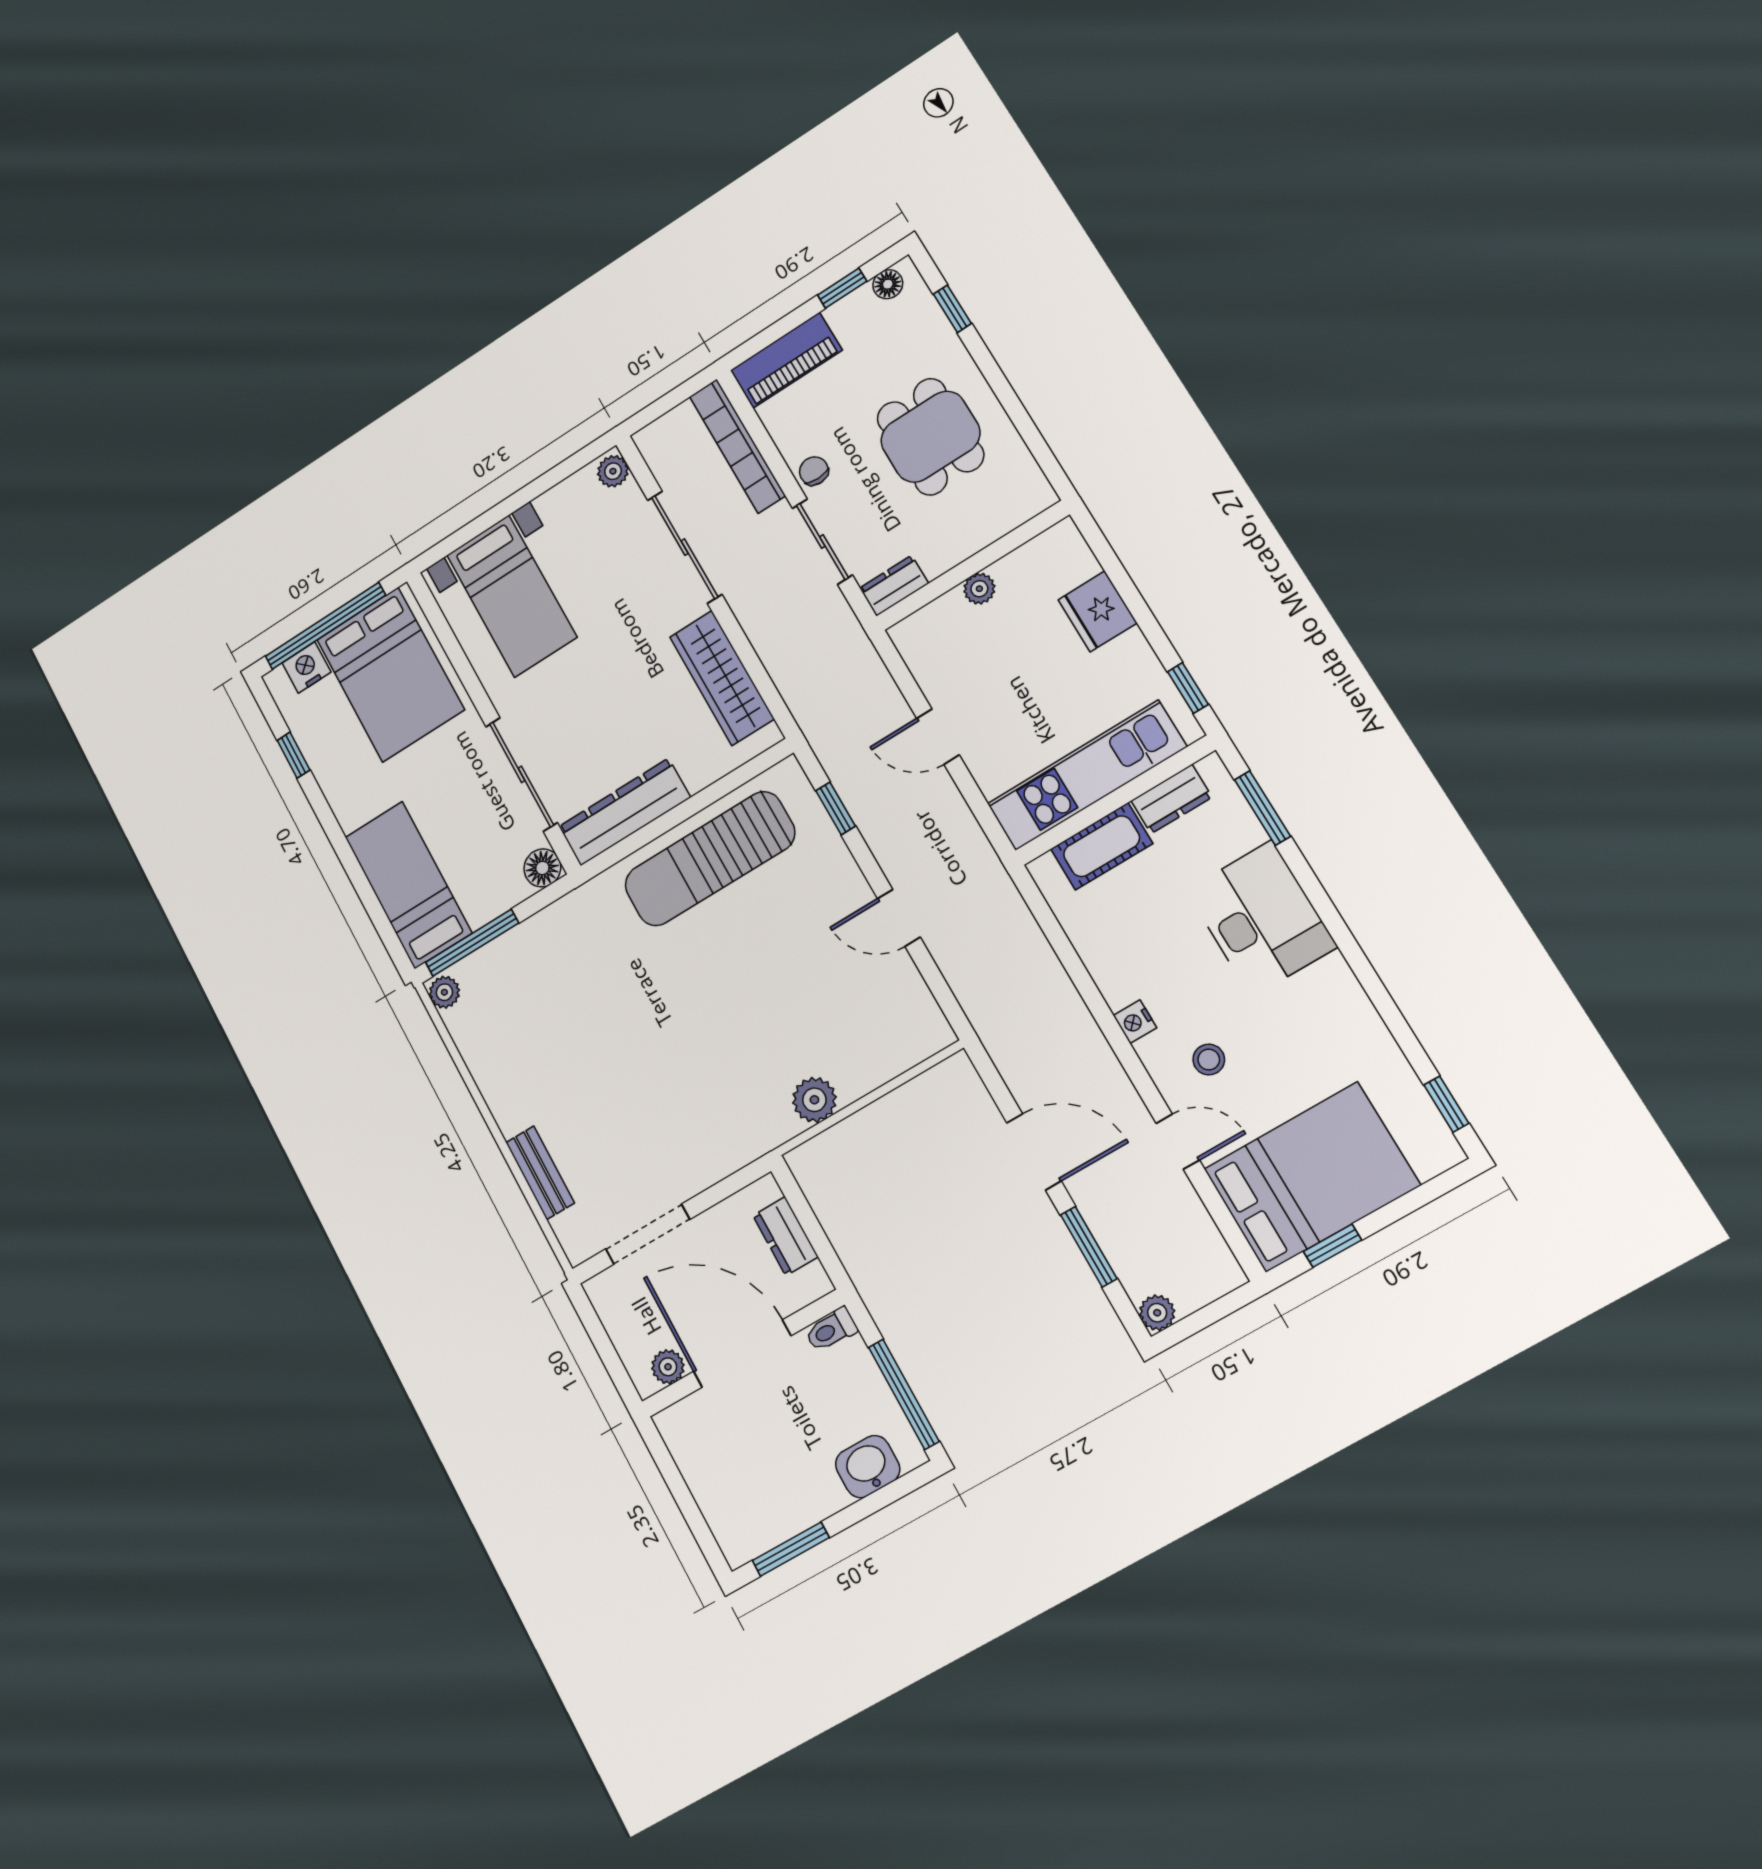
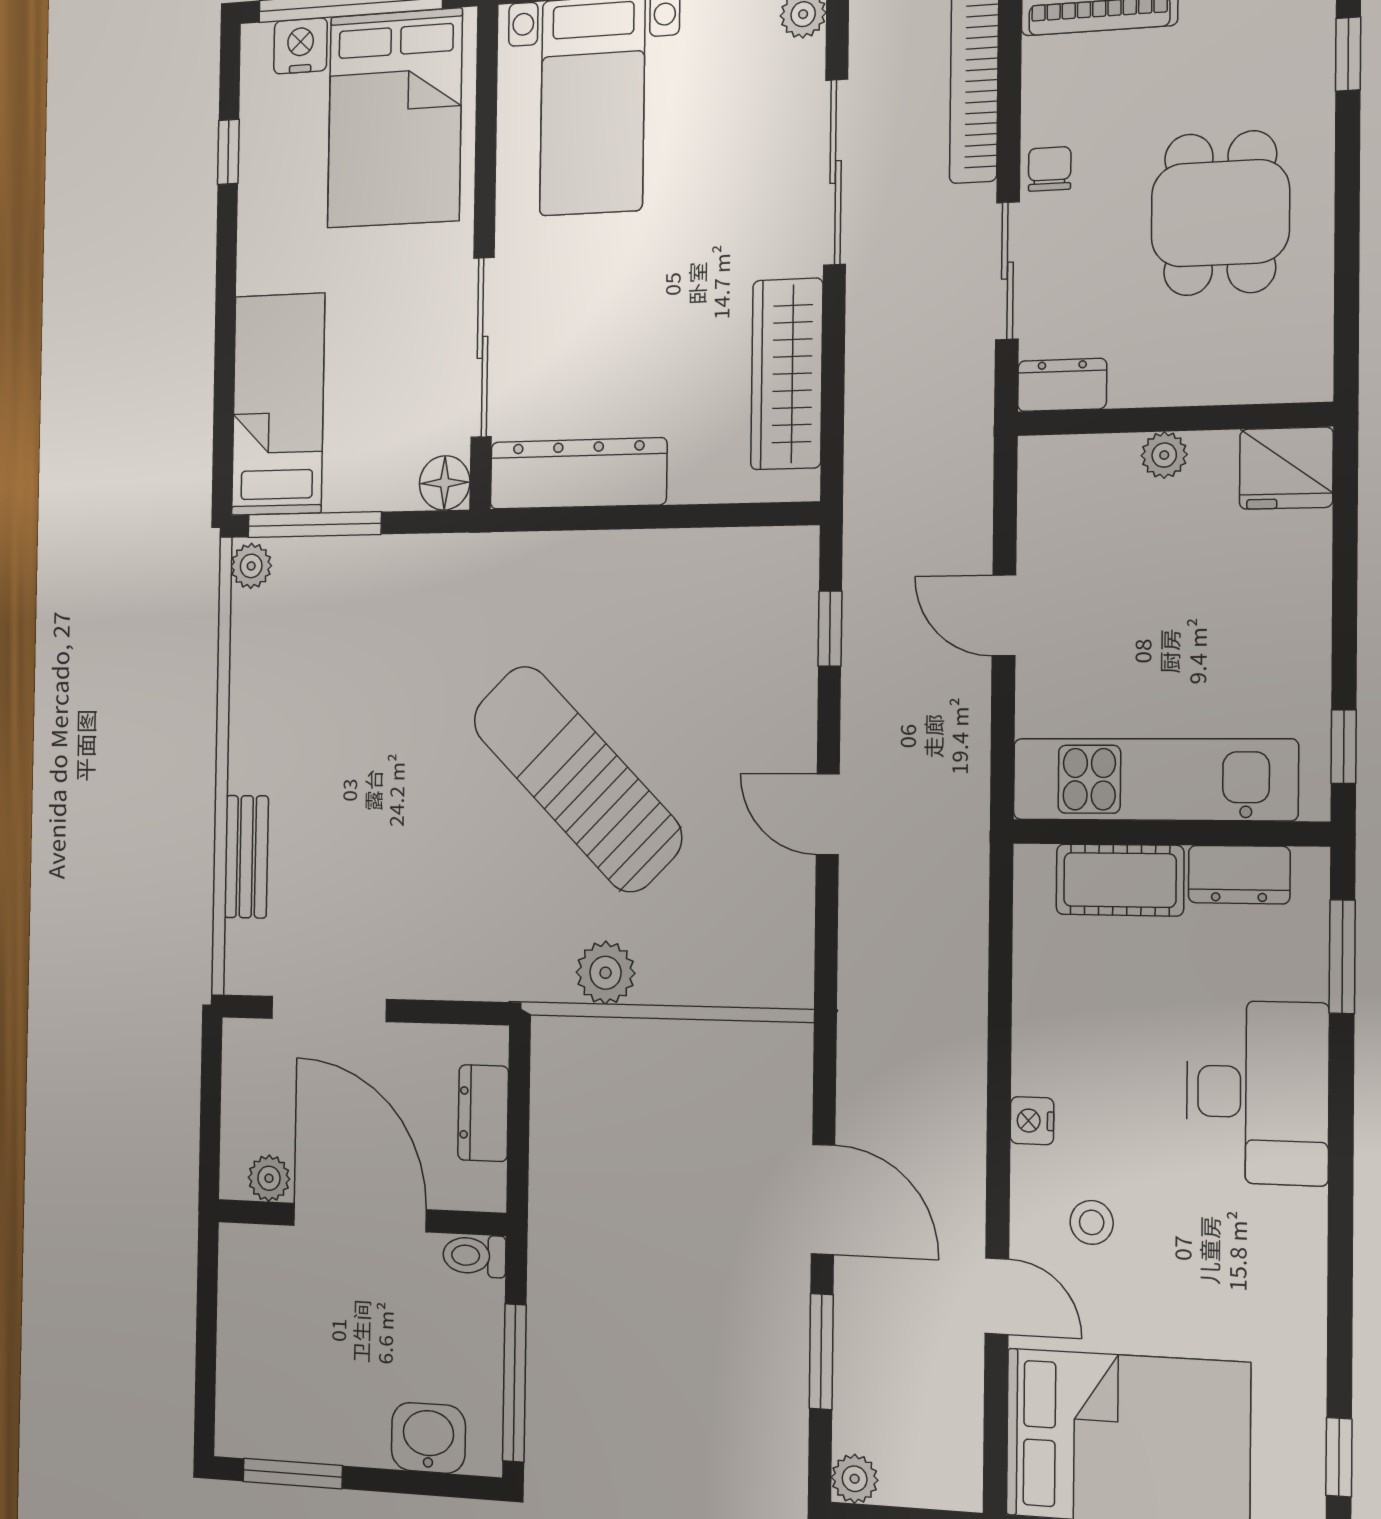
fridge: (1098, 611) -> (1286, 468), moved, turned -90
sun lounger: (710, 859) -> (577, 779), moved, turned 45

